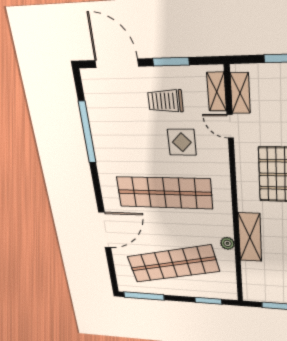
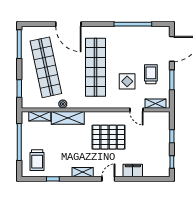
shelving: (240, 93) -> (40, 116), moved
door: (230, 126) -> (136, 110), swing flipped

